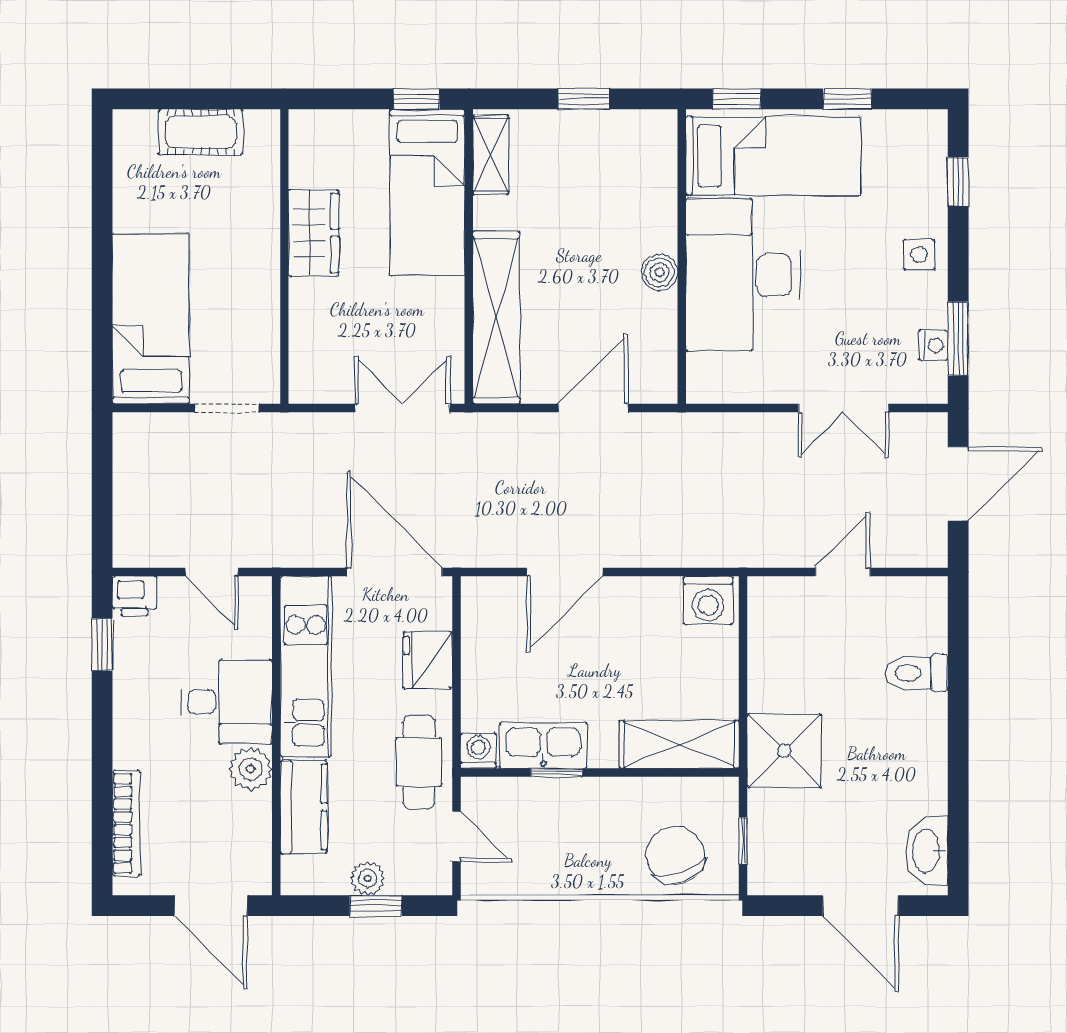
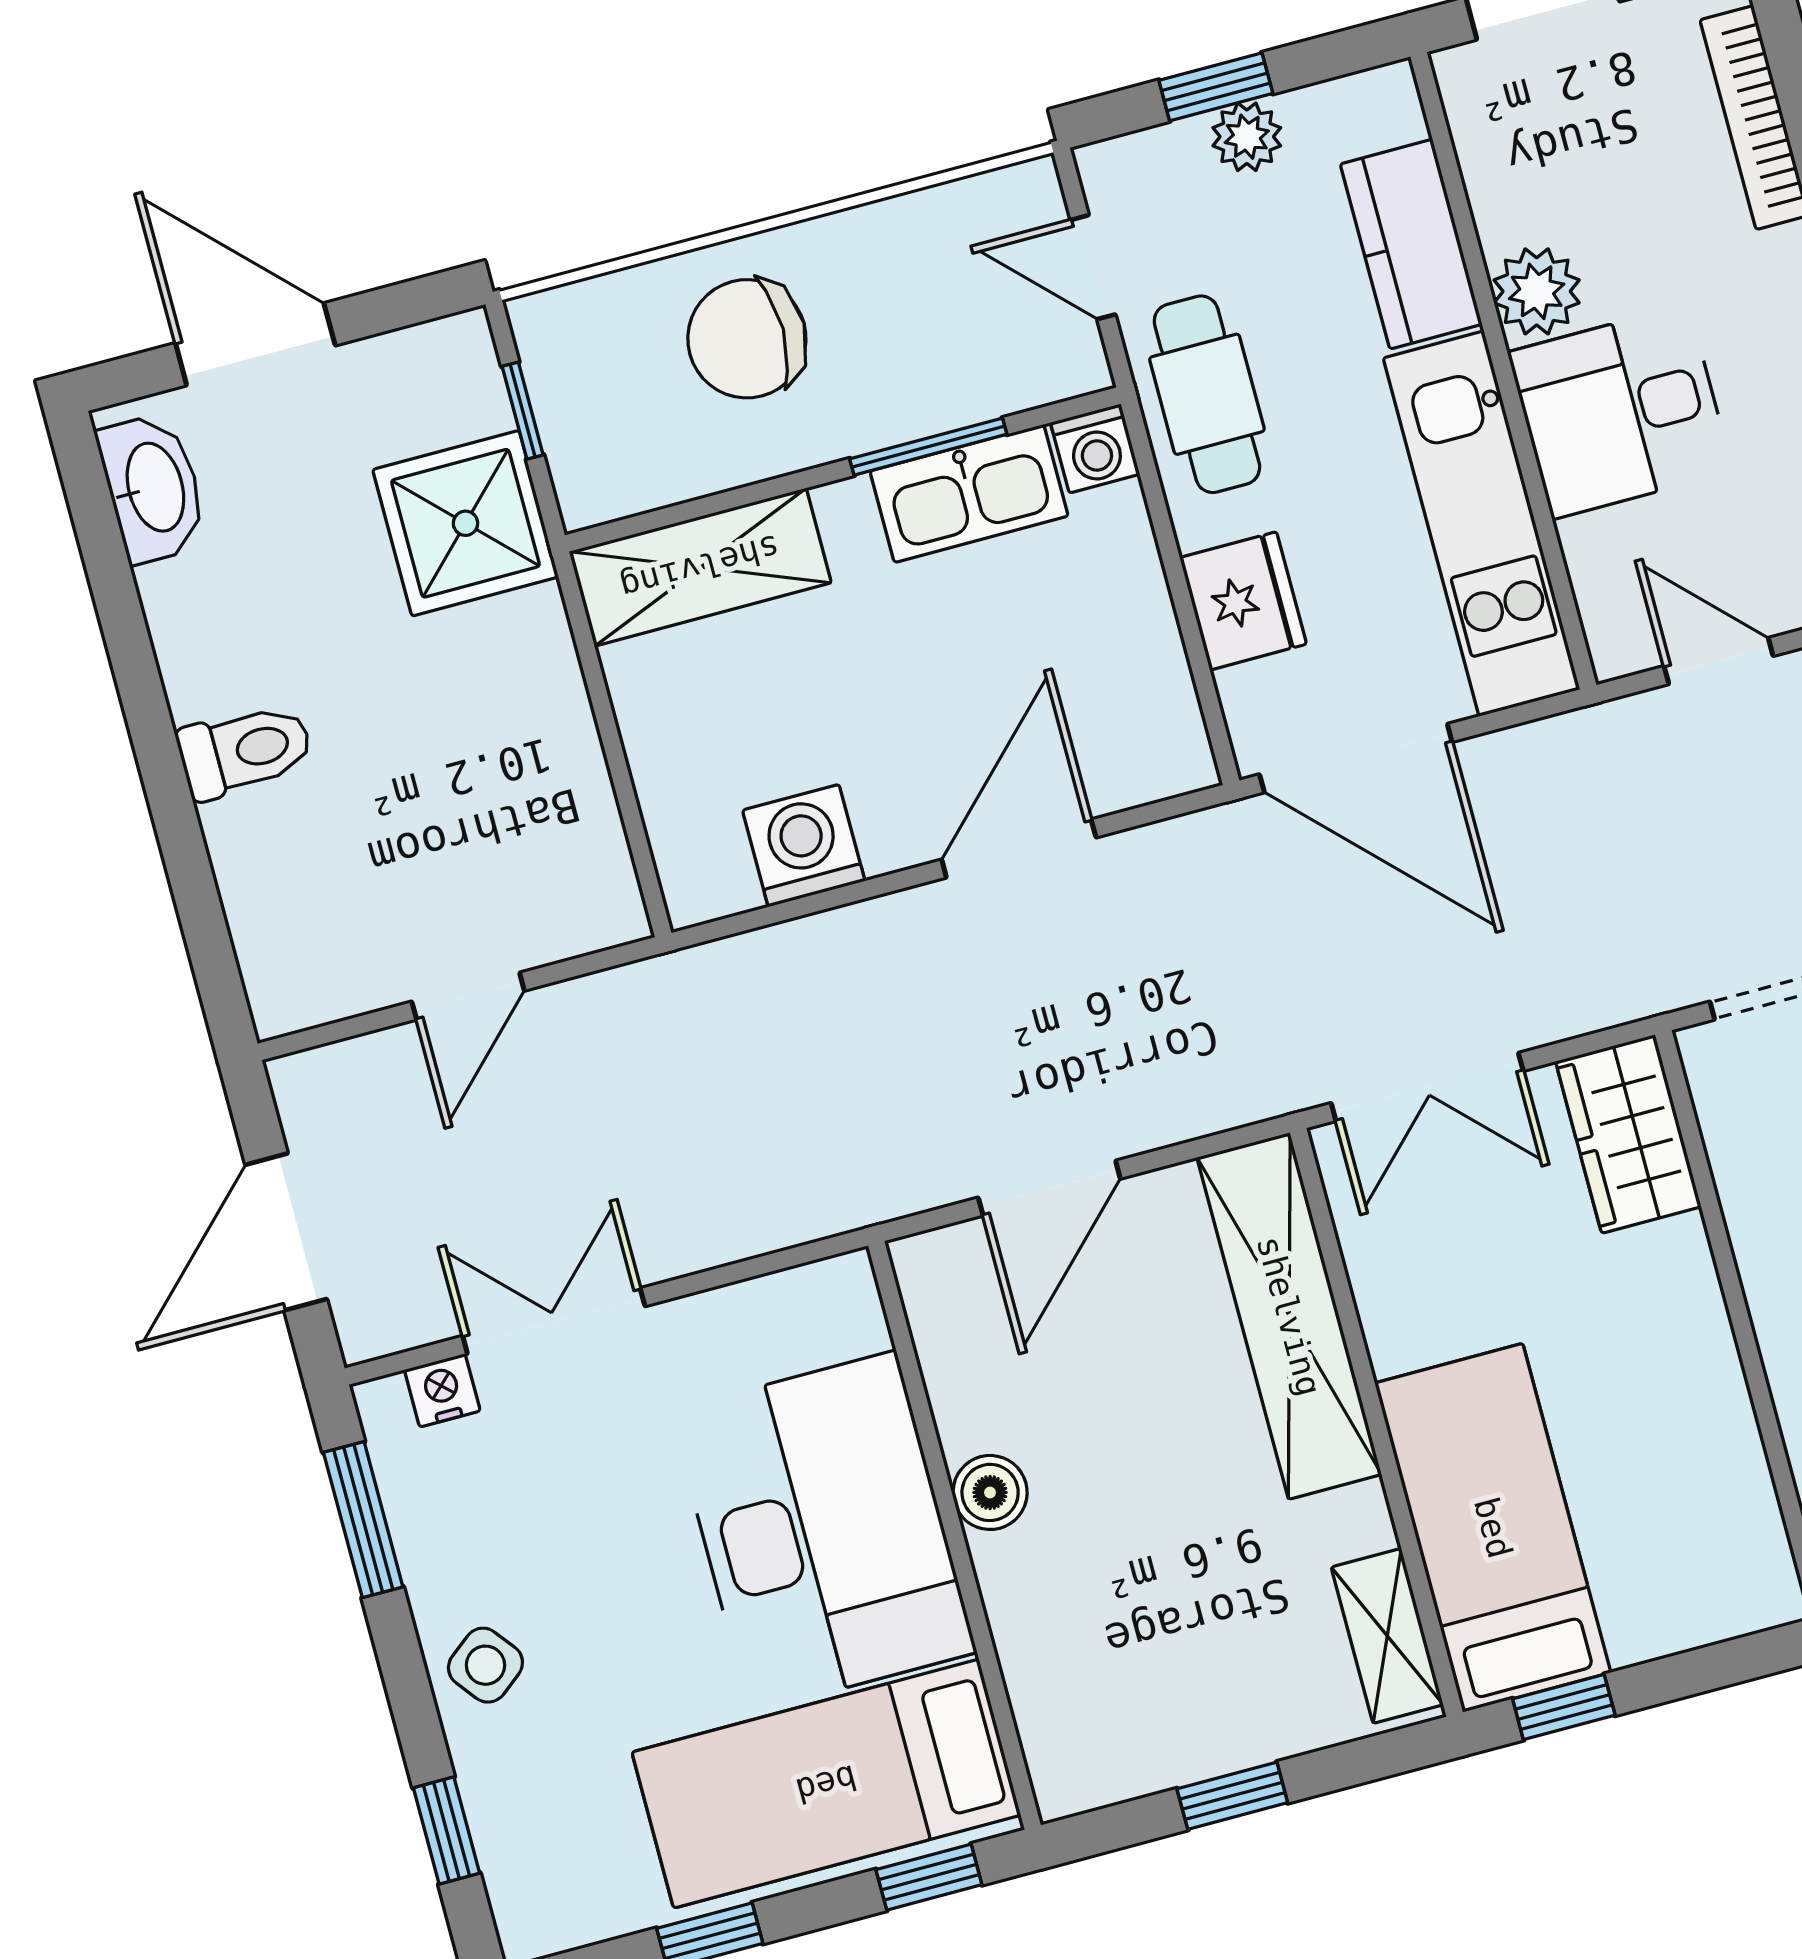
wardrobe: (314, 233) -> (1628, 1134), moved
side table: (919, 255) -> (485, 1665), turned -38
nightstand: (933, 345) -> (442, 1390), moved, turned 90
washing machine: (708, 600) -> (804, 846), moved
toilet: (917, 673) -> (245, 751), moved
shower: (784, 751) -> (465, 523), moved
window: (557, 773) -> (928, 447), width x1.50
chair: (675, 855) -> (747, 339), moved, turned 109

